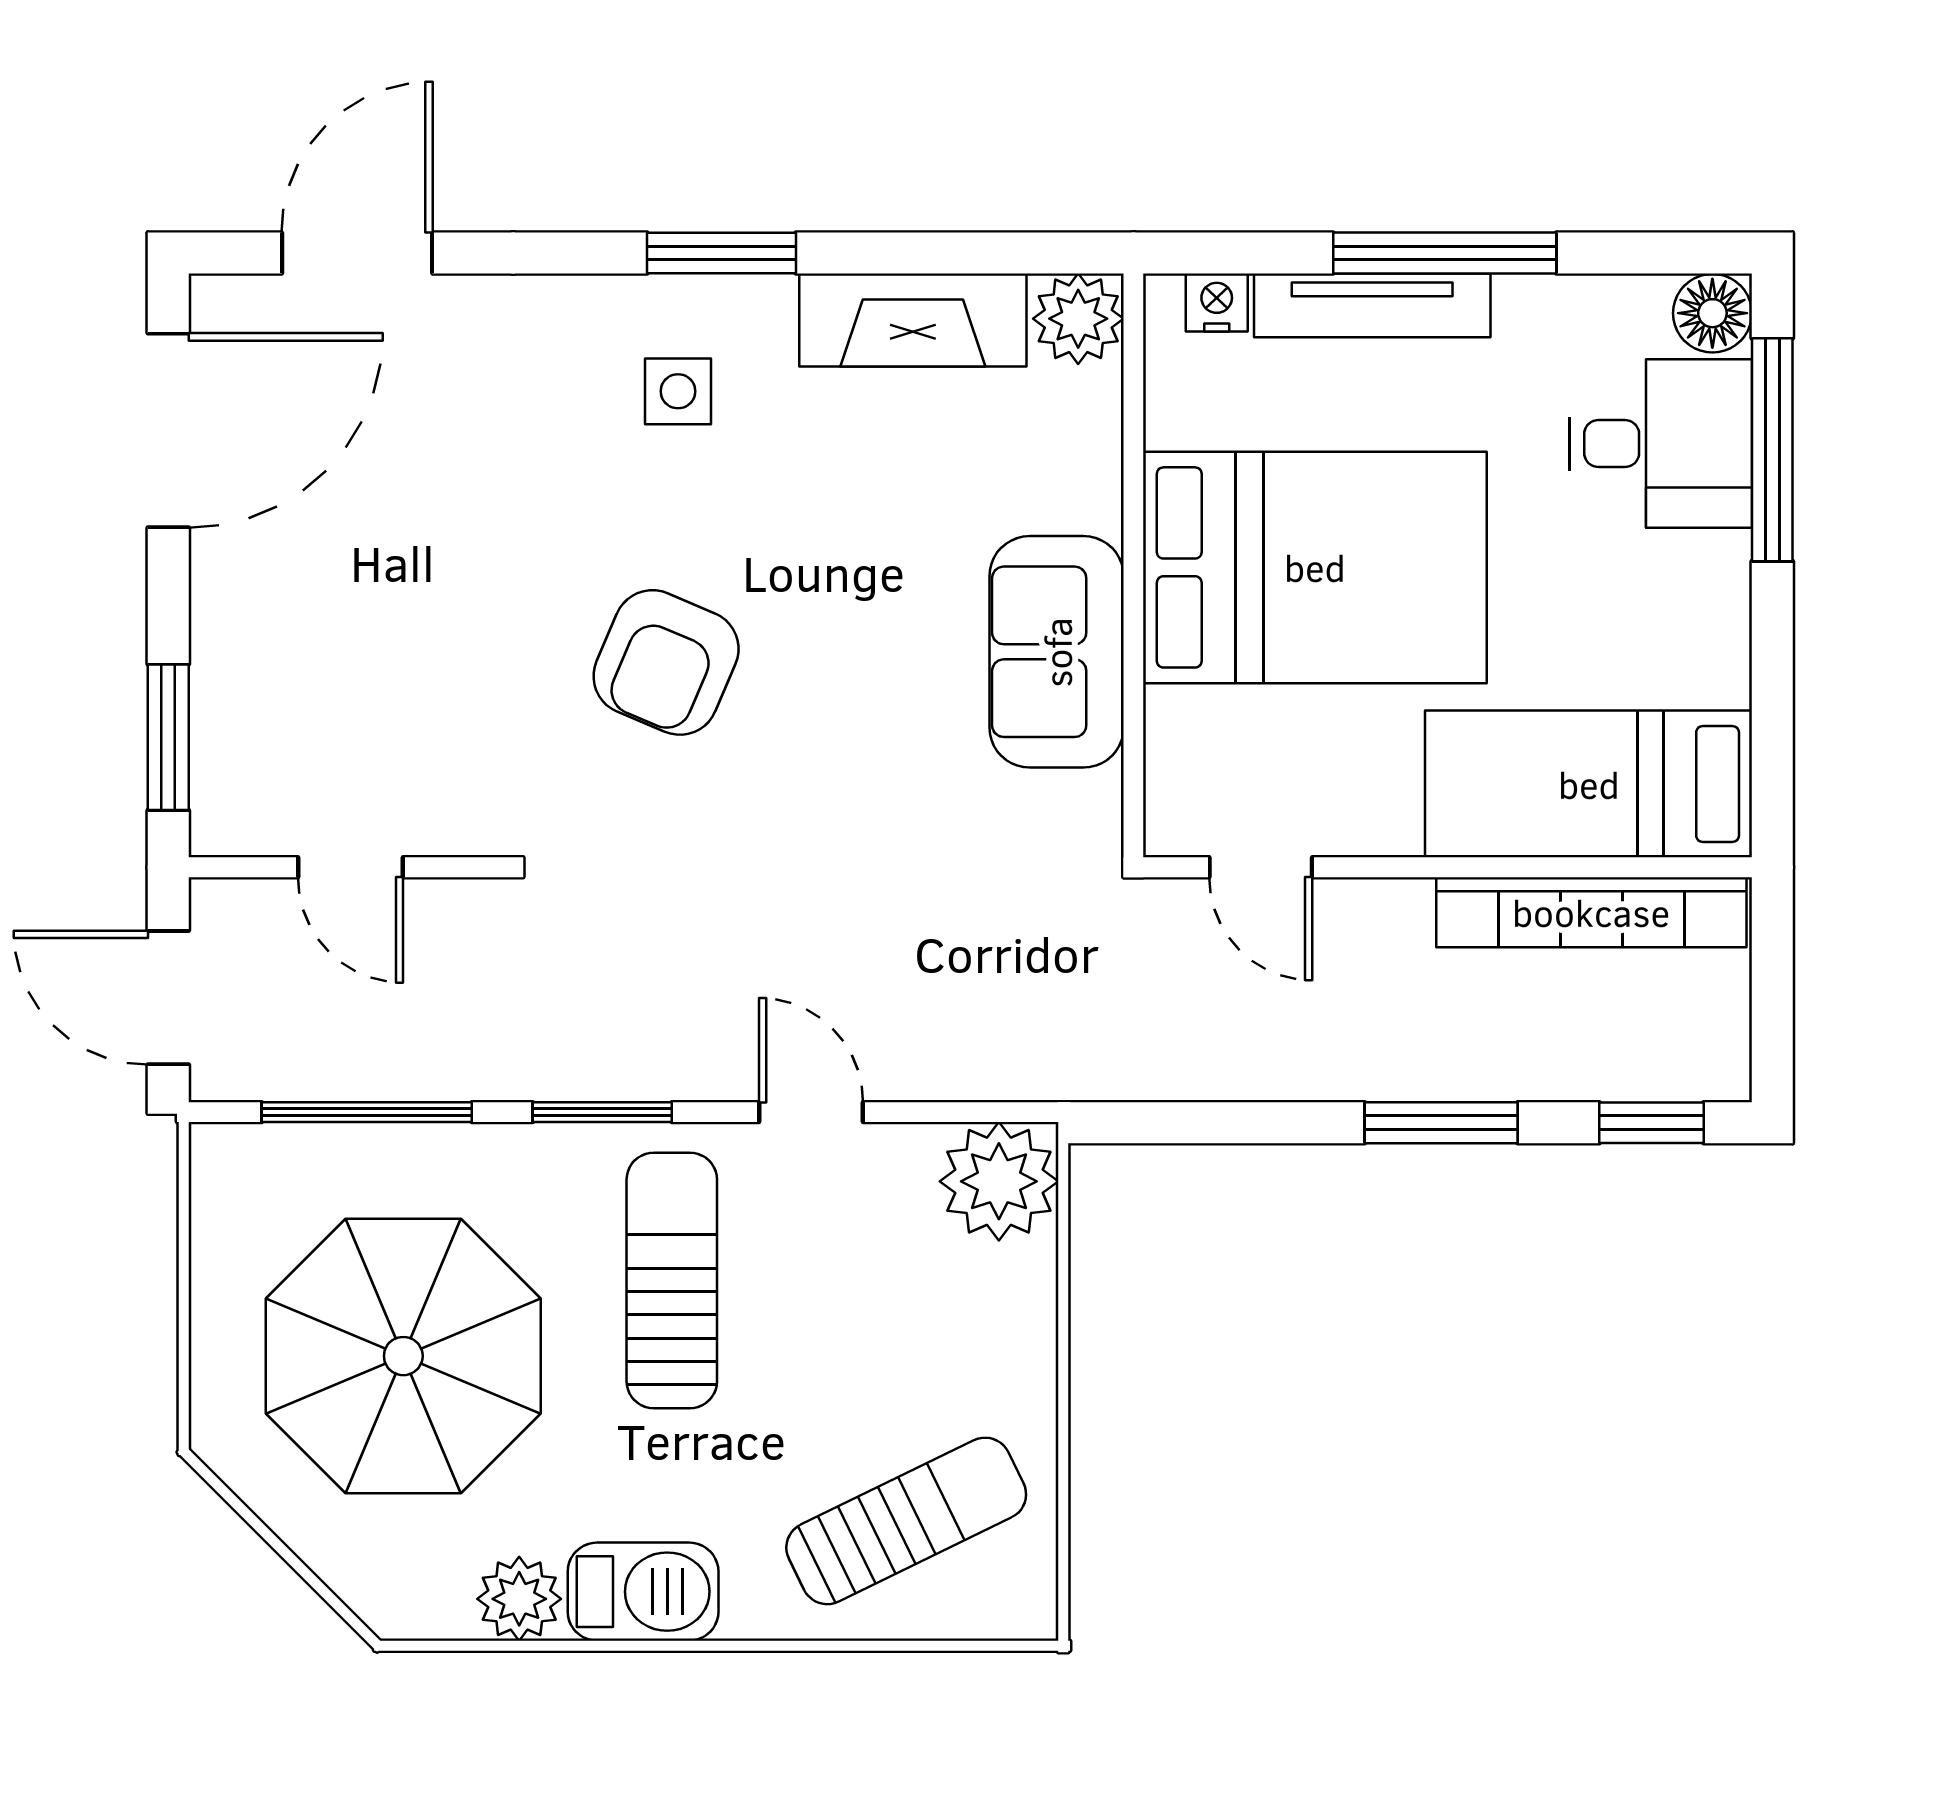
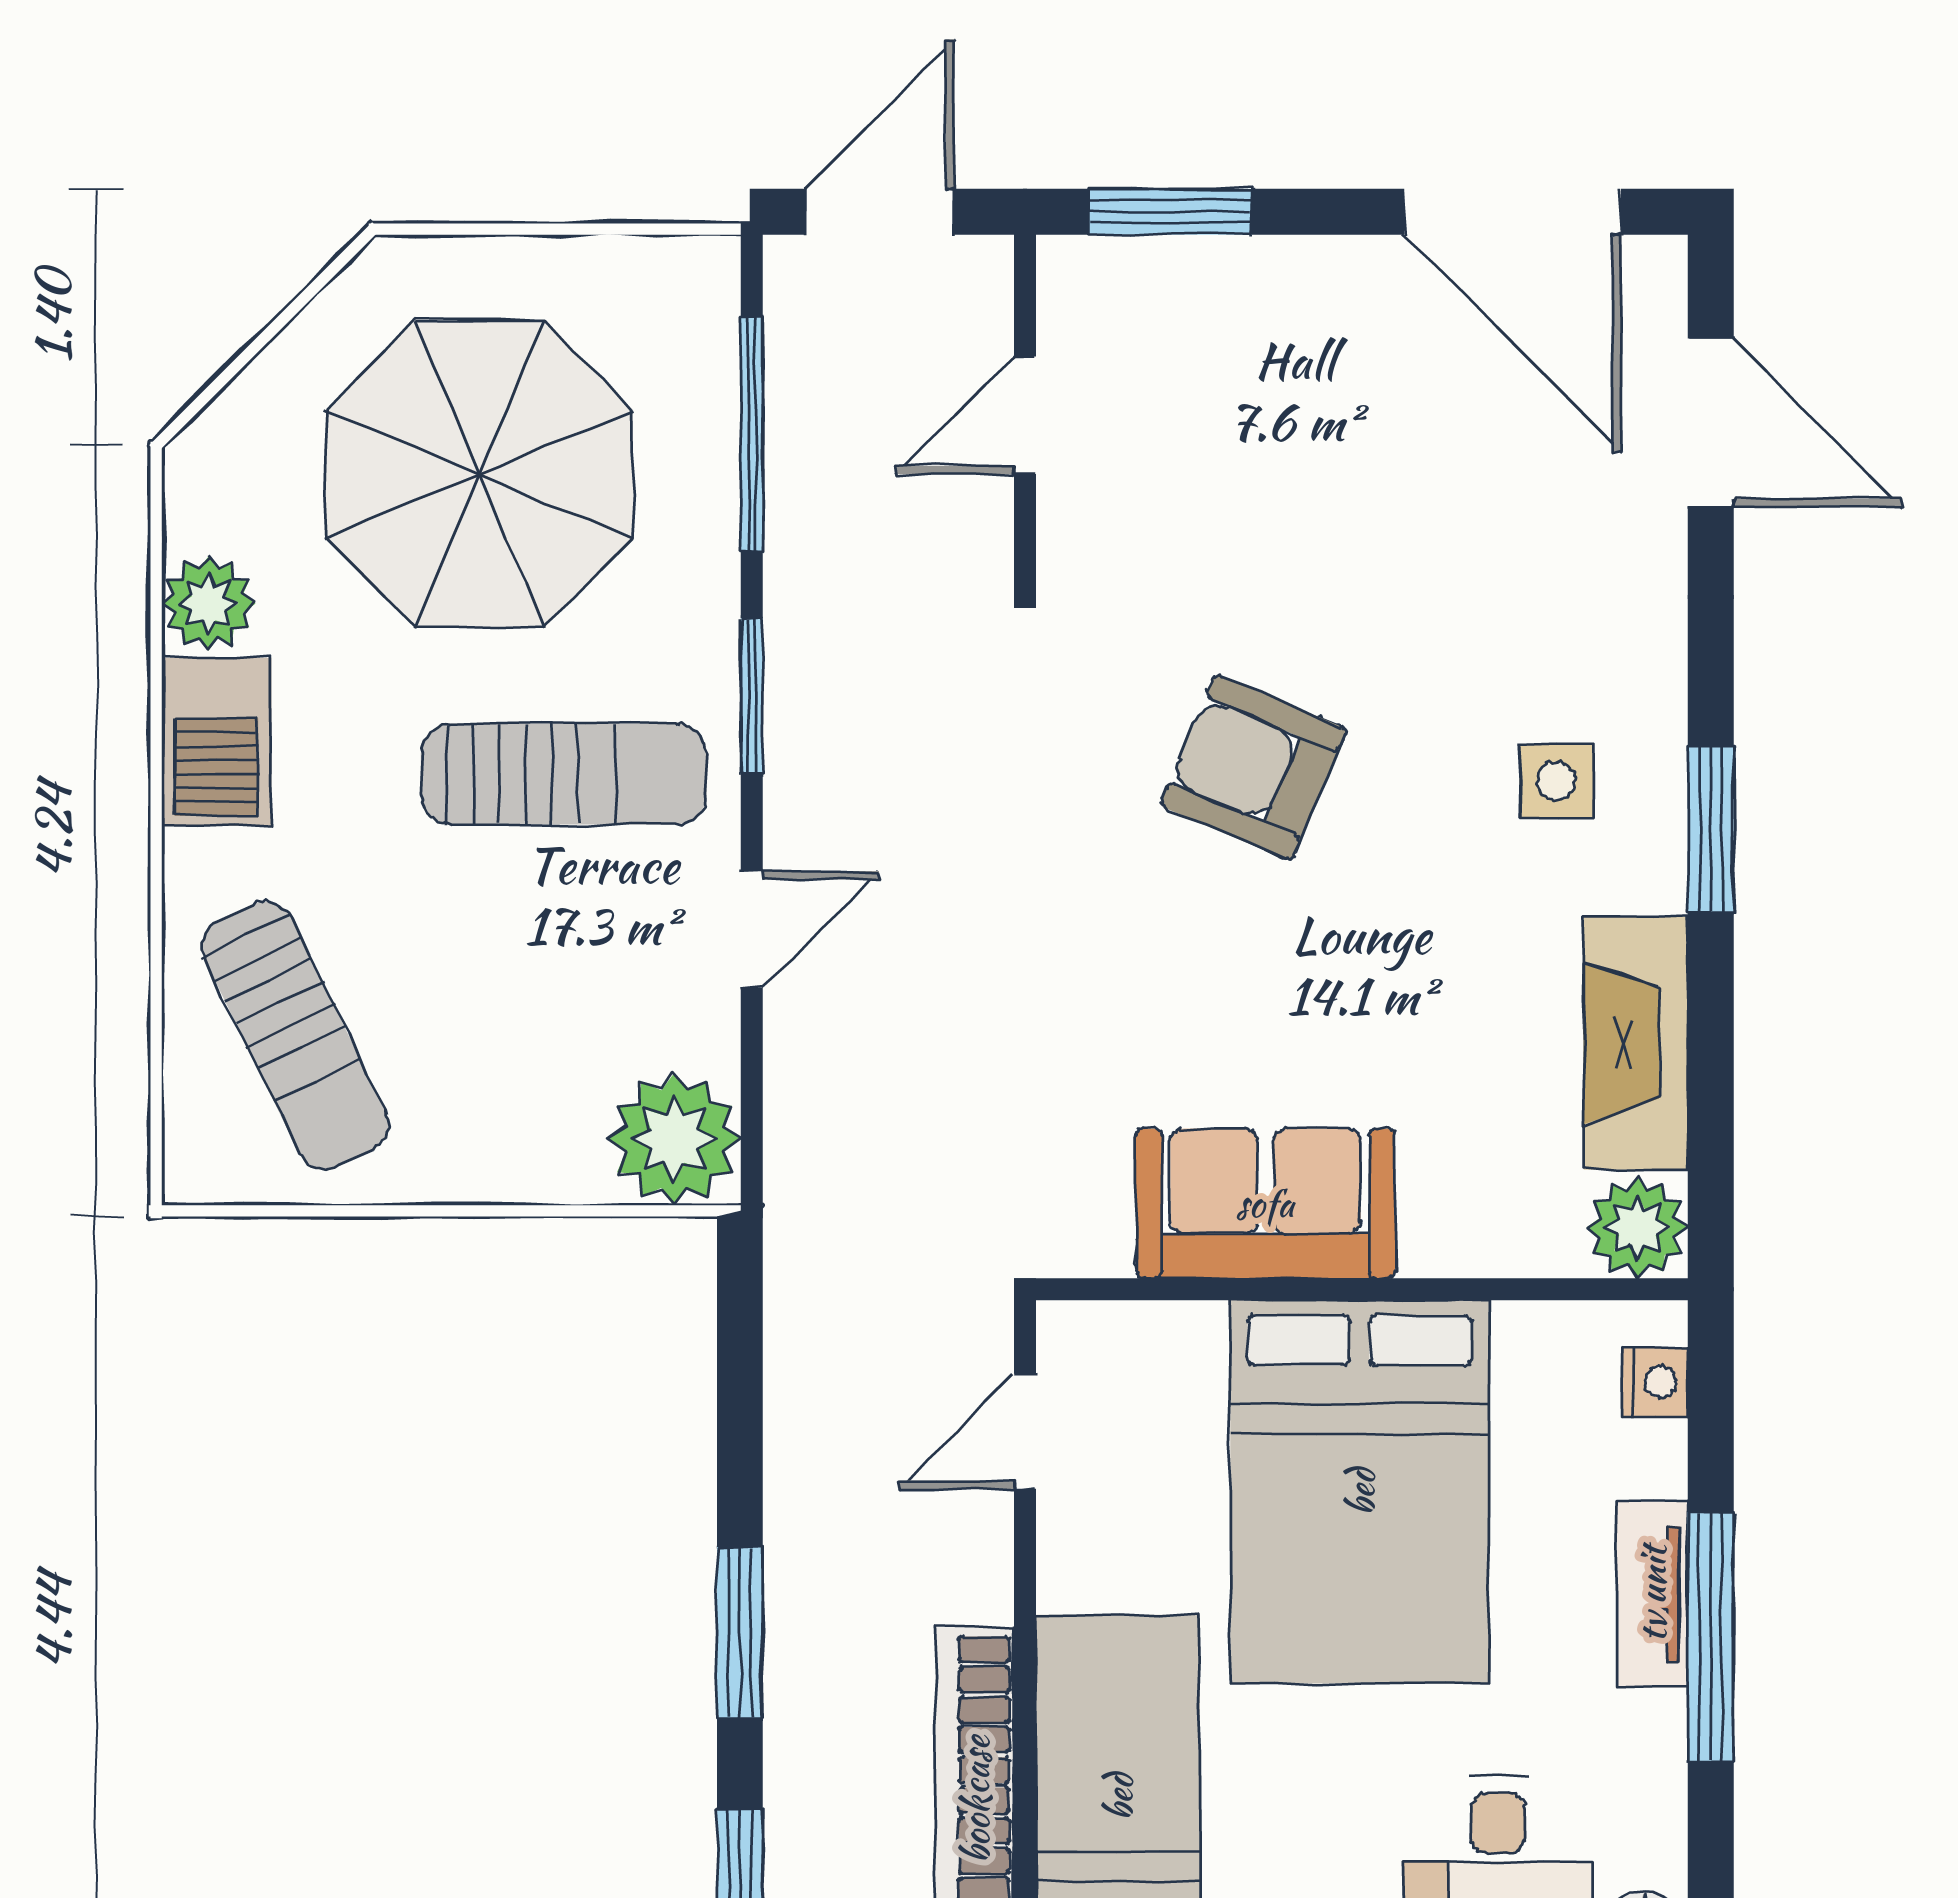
tv unit: (1372, 305) -> (1652, 1594), width x0.71

